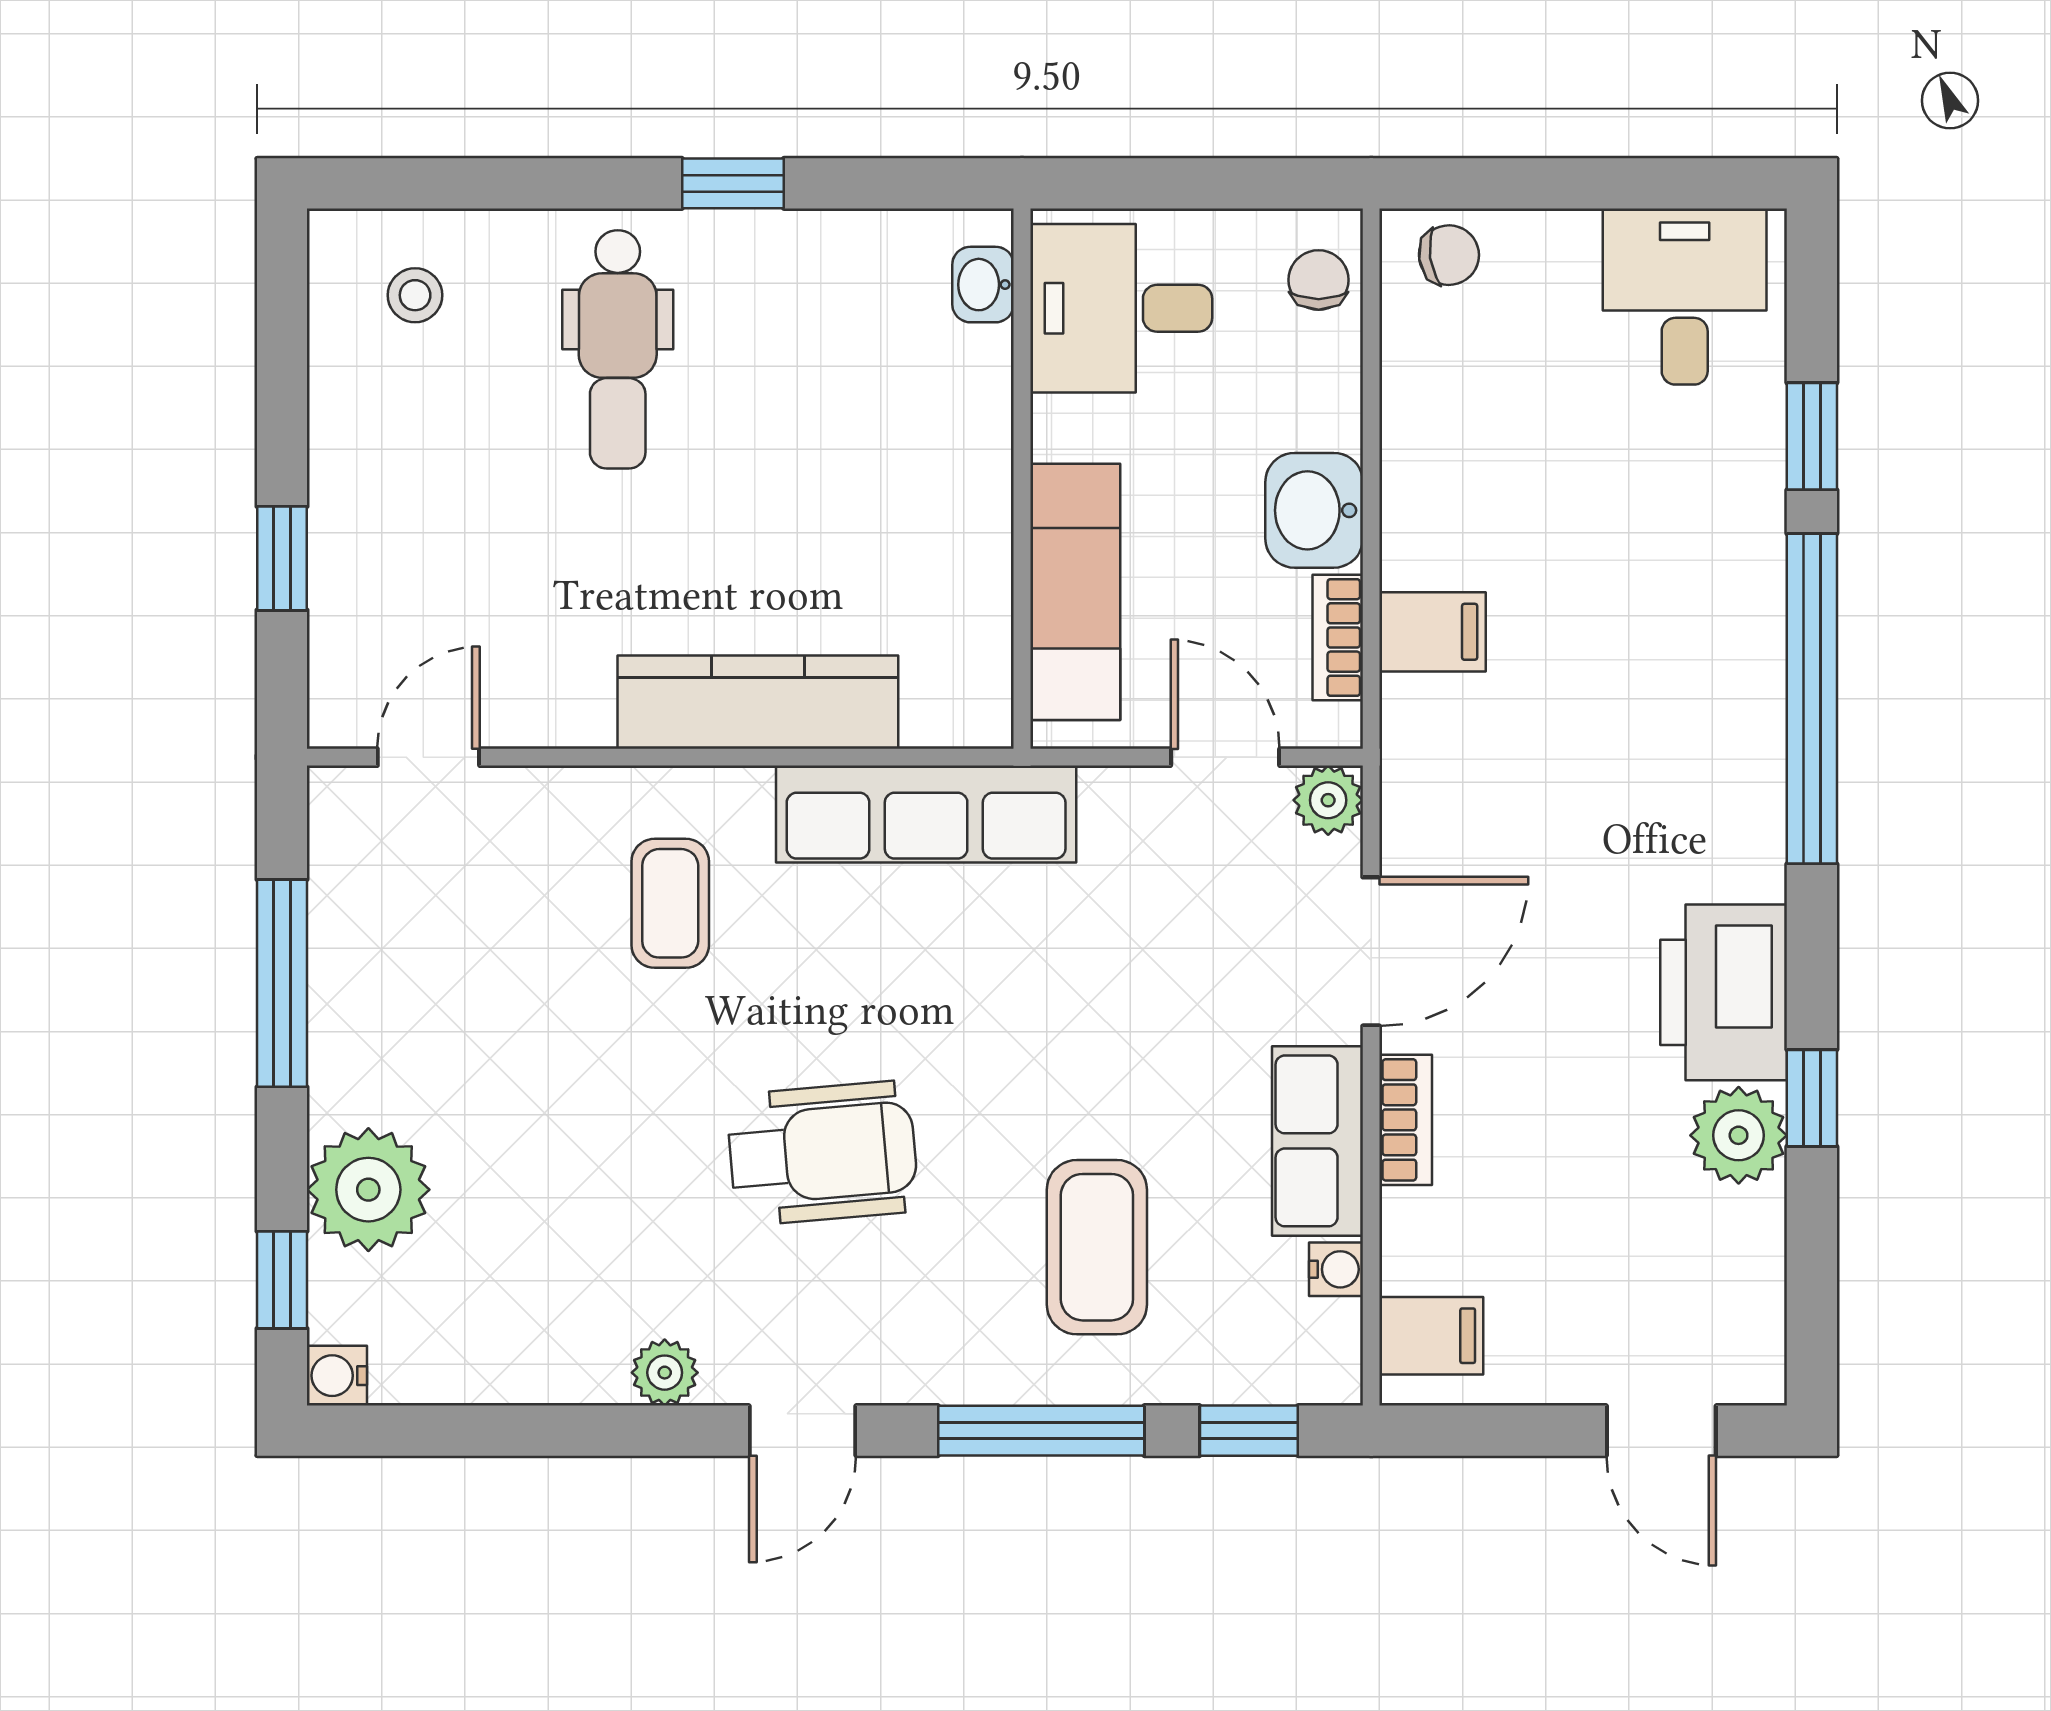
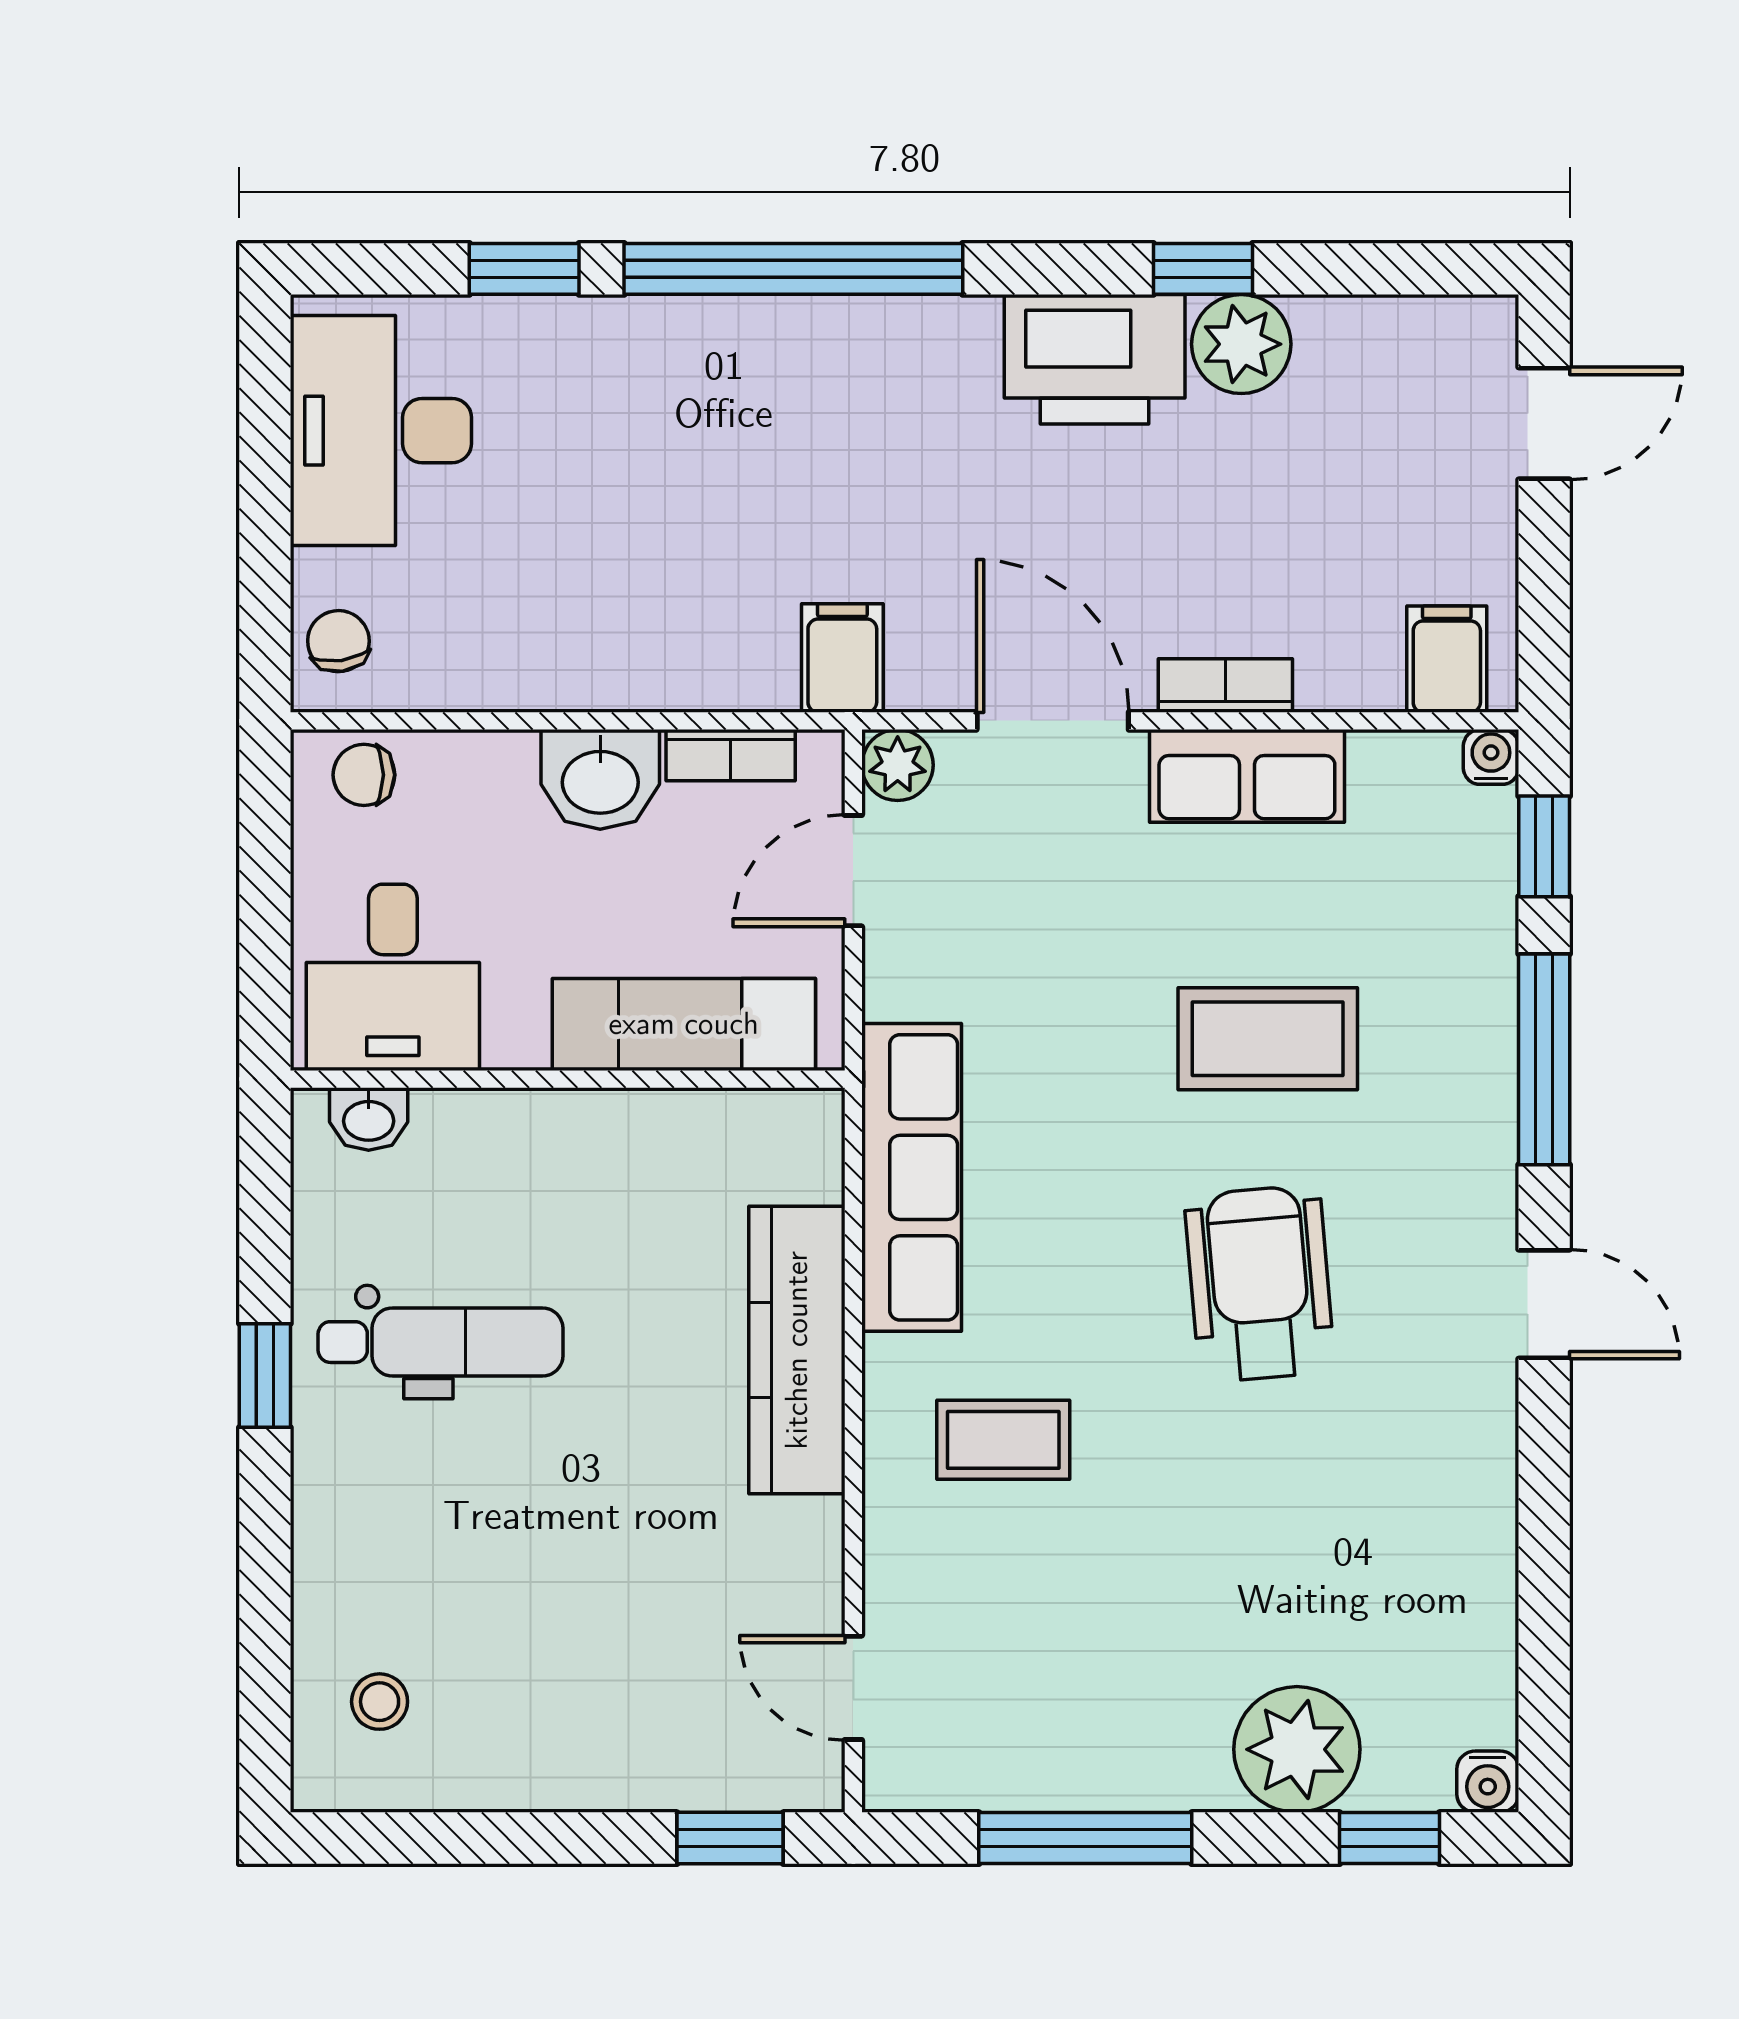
desk: (1685, 297) -> (381, 431), width x1.37
dental chair: (618, 349) -> (441, 1342), moved
window: (282, 558) -> (730, 1838), moved
filing cabinet: (1433, 632) -> (842, 658), moved
coffee table: (1097, 1247) -> (1268, 1039), moved
water cooler: (1336, 1269) -> (1491, 757), moved
plant: (665, 1373) -> (1485, 1446), removed

